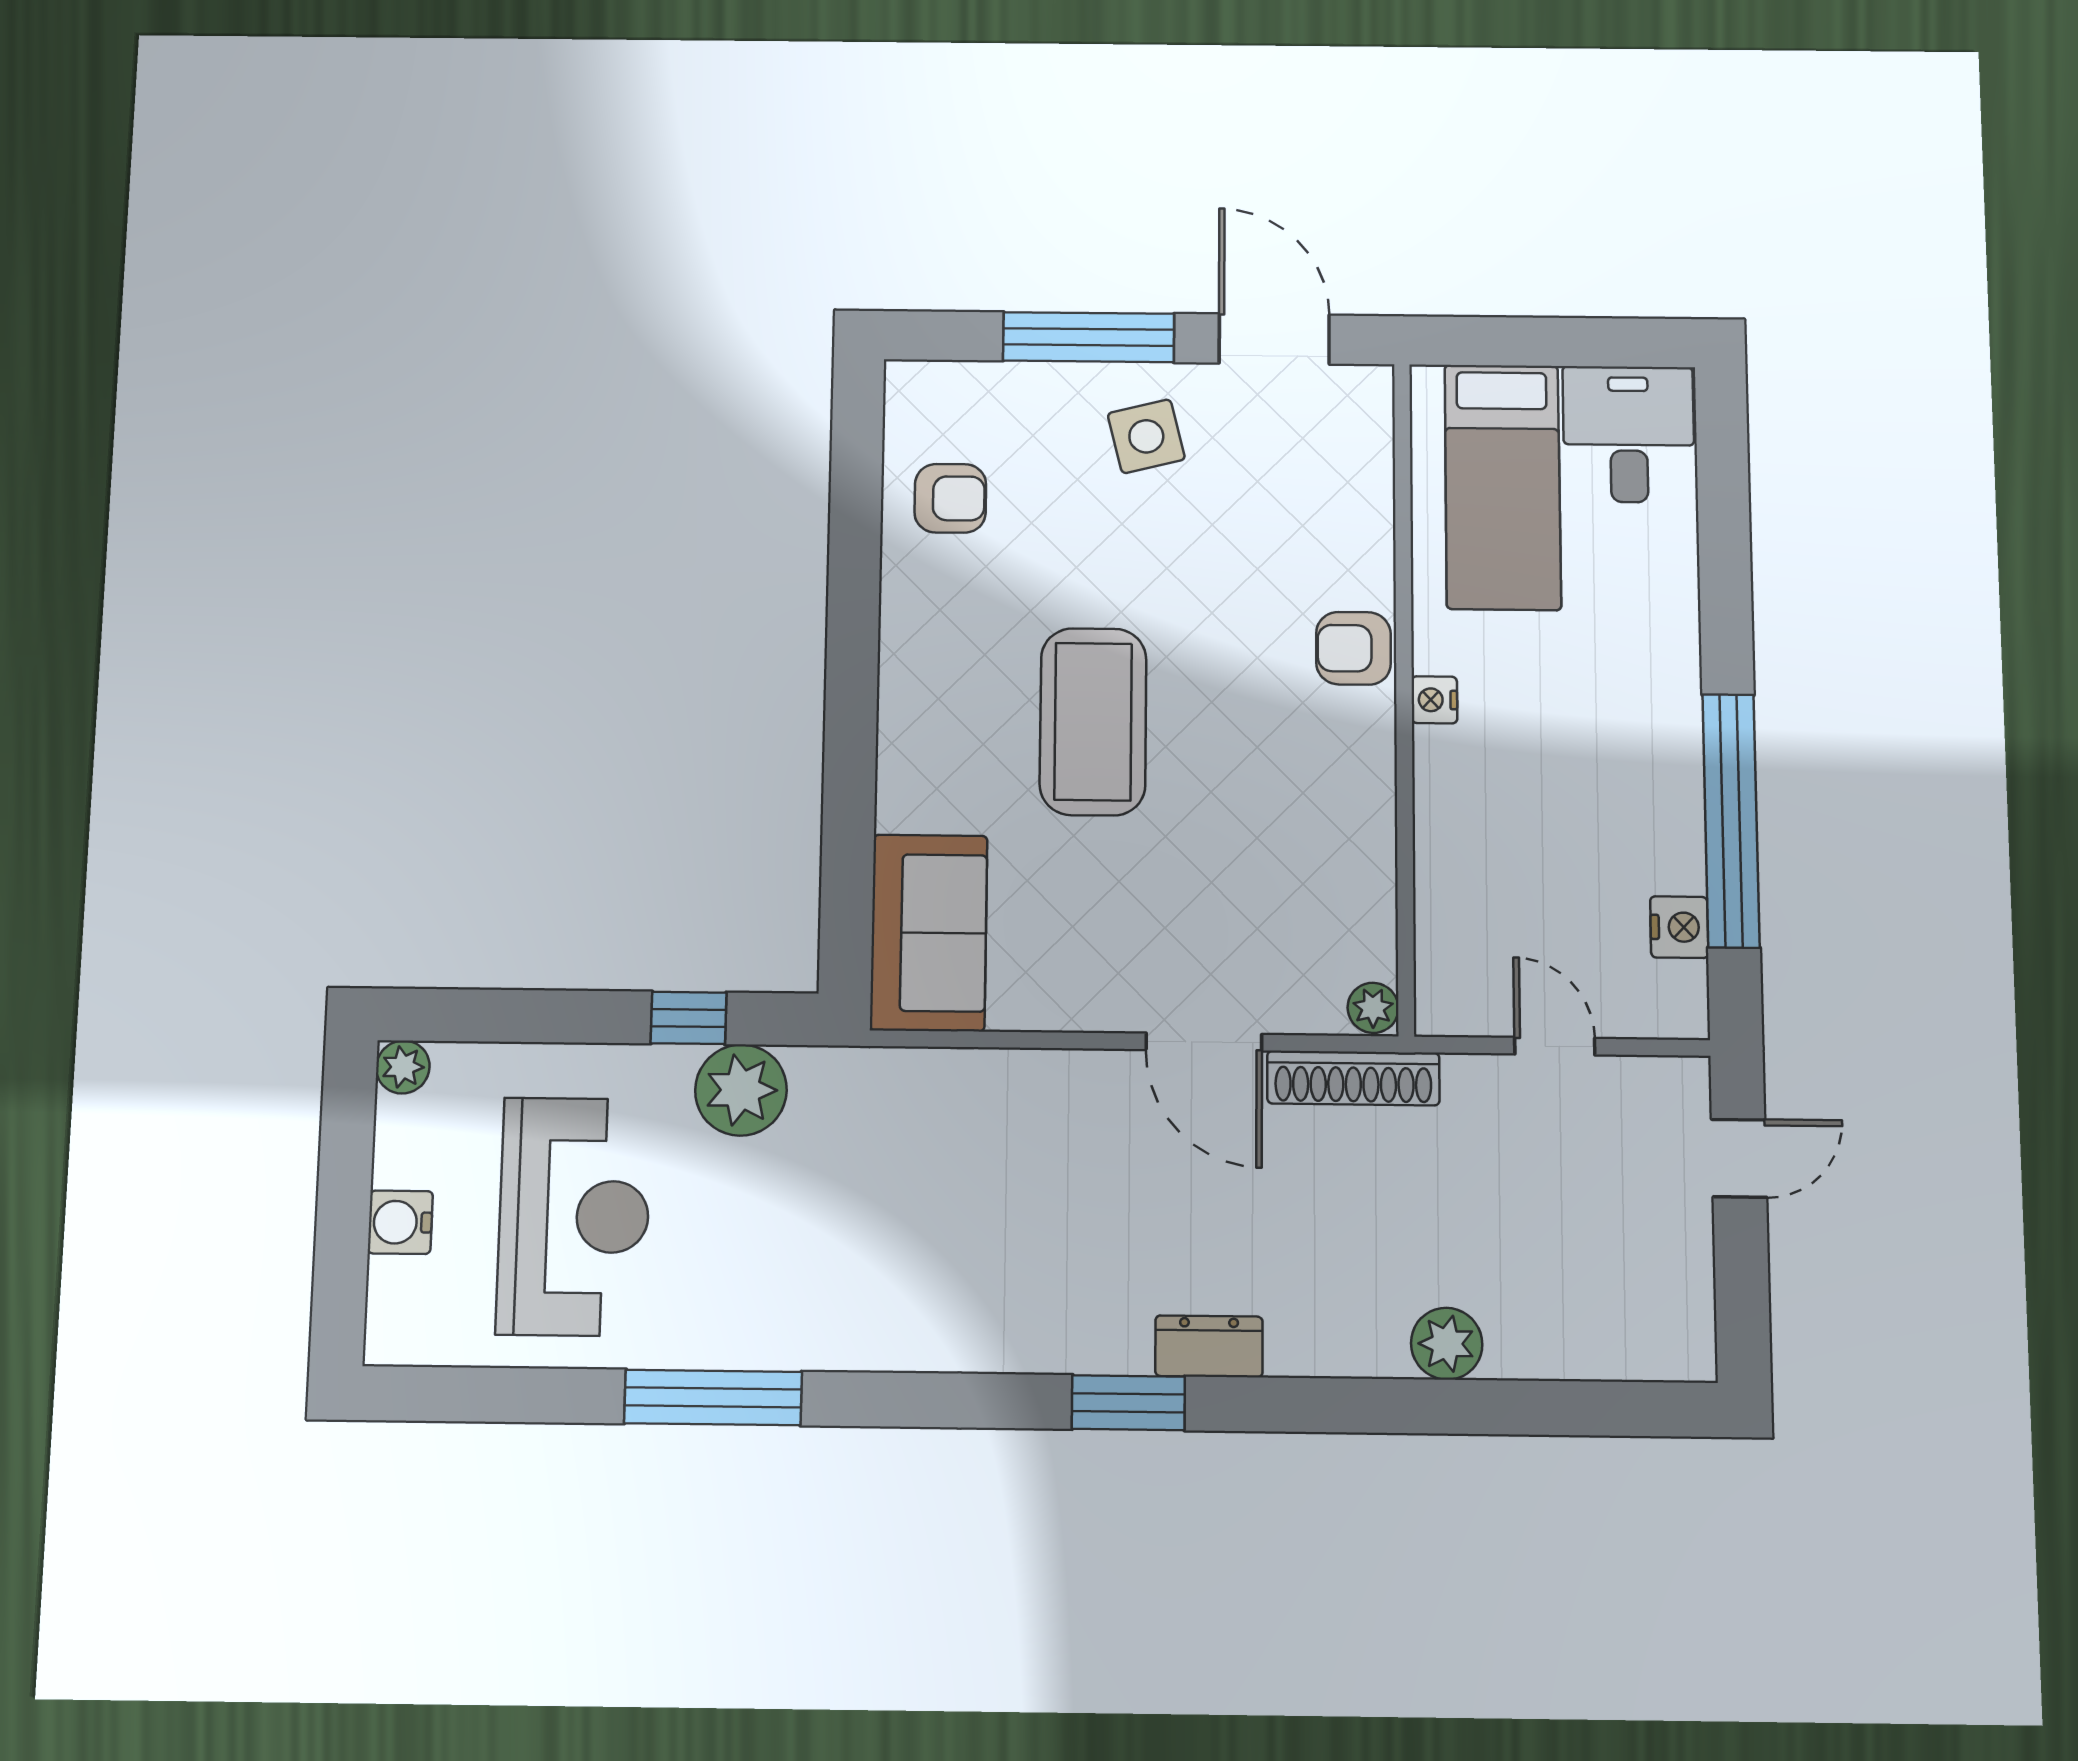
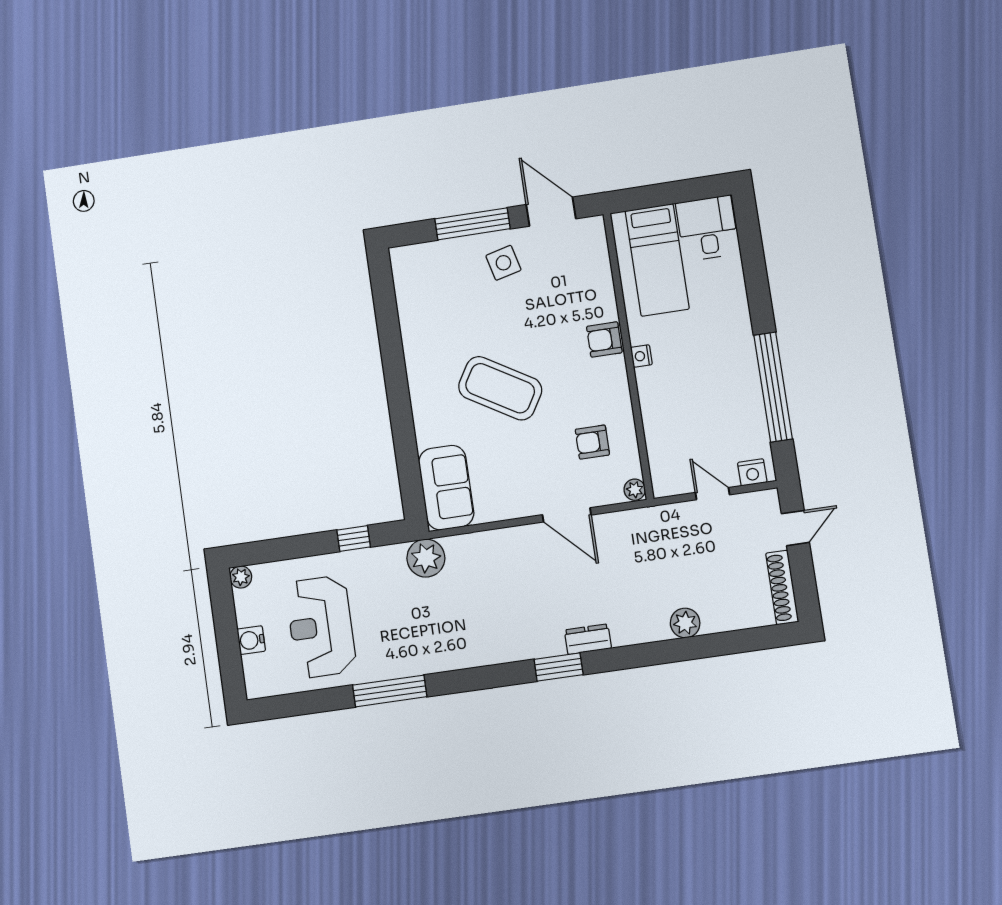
armchair: (950, 498) -> (592, 442), moved, turned 180
coffee table: (1093, 722) -> (500, 388), turned -59
nightstand: (1679, 927) -> (752, 472), moved, turned 90
shoe rack: (1353, 1078) -> (782, 587), moved, turned 90
plant: (741, 1090) -> (426, 558), moved
reception desk: (574, 1216) -> (321, 627), turned 180

